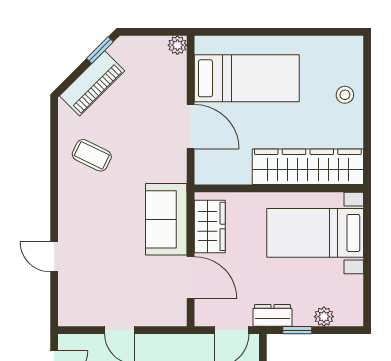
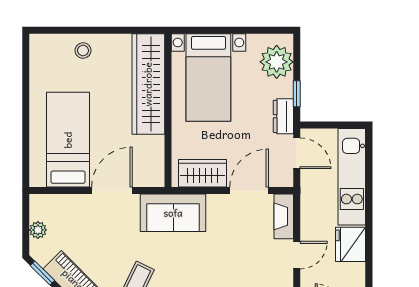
plant: (177, 45) -> (38, 230), moved
sofa: (166, 219) -> (173, 213), moved
fireplace: (162, 316) -> (284, 216), added
plant: (324, 317) -> (277, 62), width x1.87, depth x1.87

